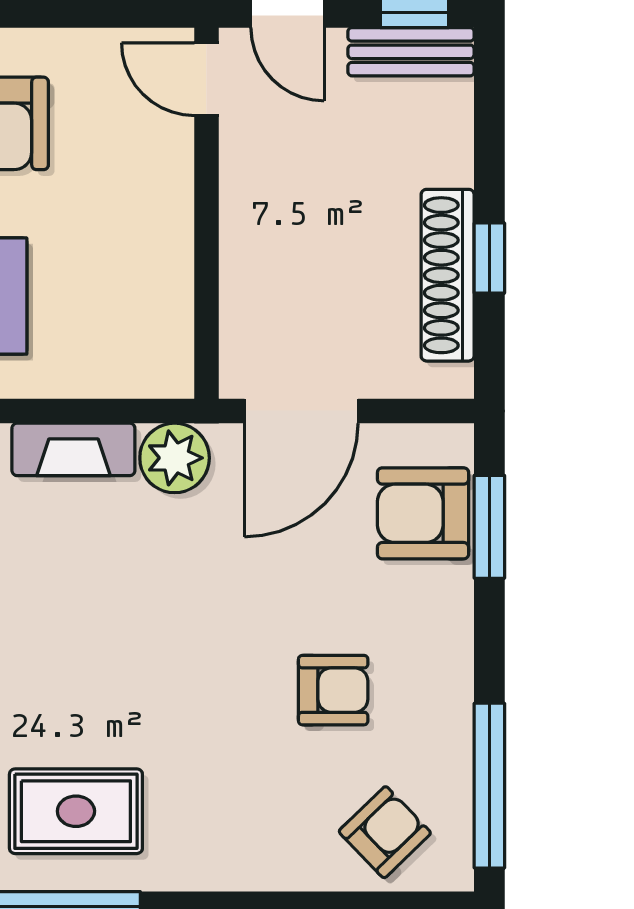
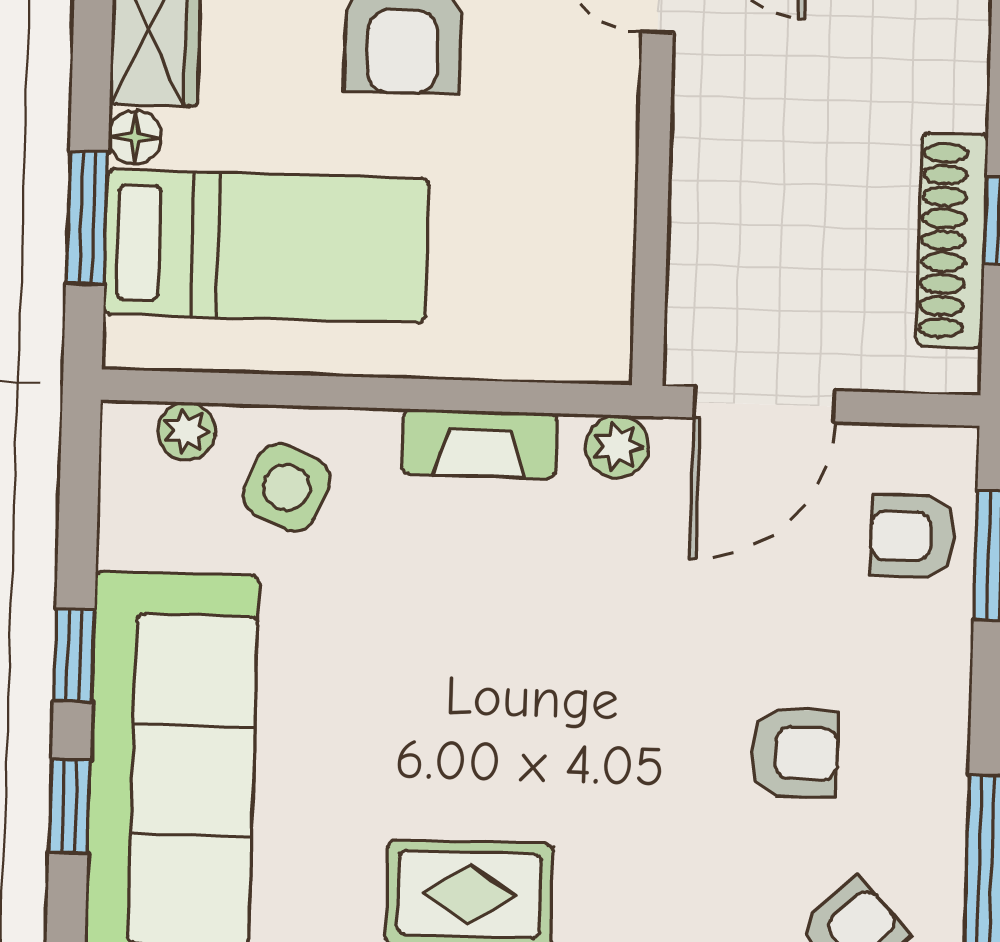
plant: (175, 458) -> (617, 447), width x0.73, depth x0.73
armchair: (423, 513) -> (913, 536), width x0.72, depth x0.72

